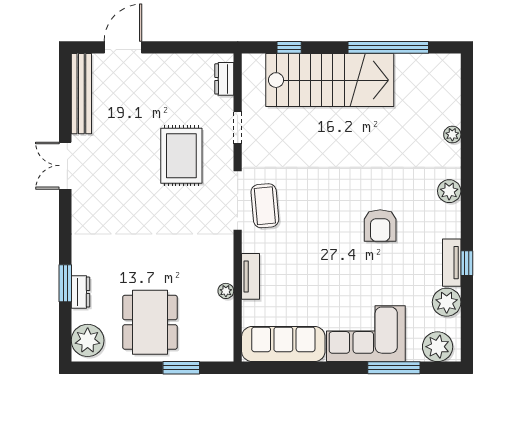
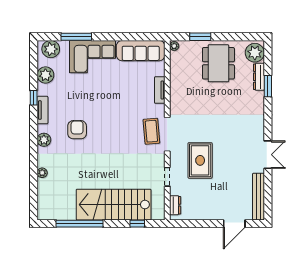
armchair: (380, 226) -> (77, 130), moved
tv unit: (452, 263) -> (42, 110), moved
plant: (226, 291) -> (174, 46), moved
dresser: (81, 292) -> (259, 77), width x1.44

